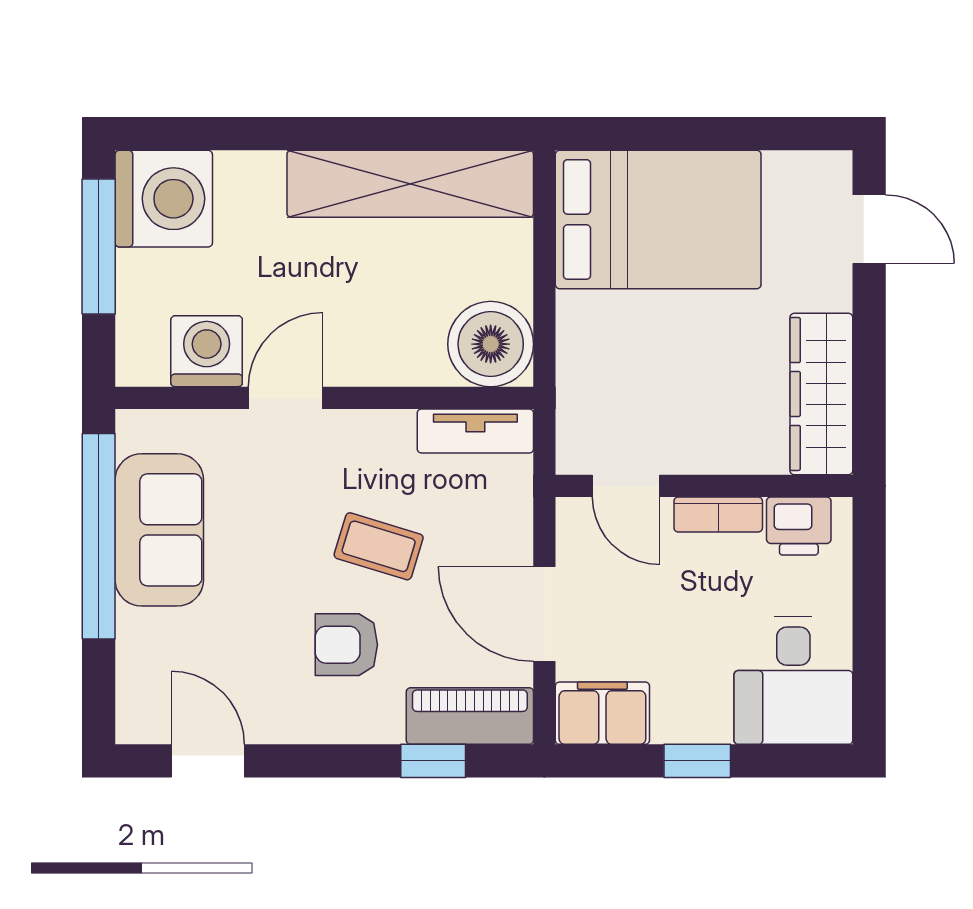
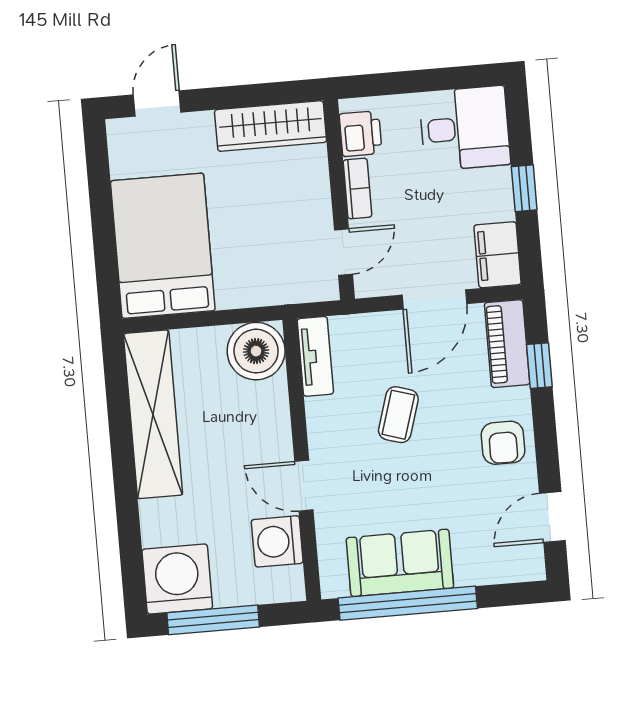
armchair: (346, 645) -> (503, 443), moved

